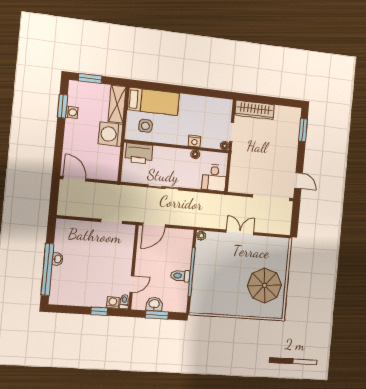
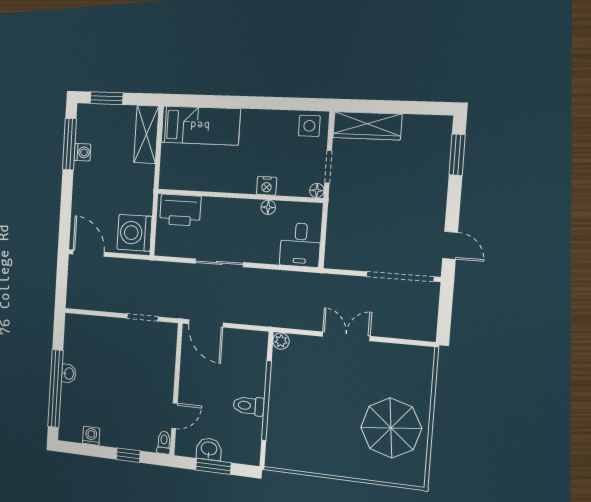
window: (62, 106) -> (69, 144), width x1.44
side table: (145, 126) -> (309, 126), moved
washing machine: (110, 134) -> (134, 233), moved
door: (154, 225) -> (206, 323), hinge flipped
washing machine: (113, 302) -> (91, 436), moved

